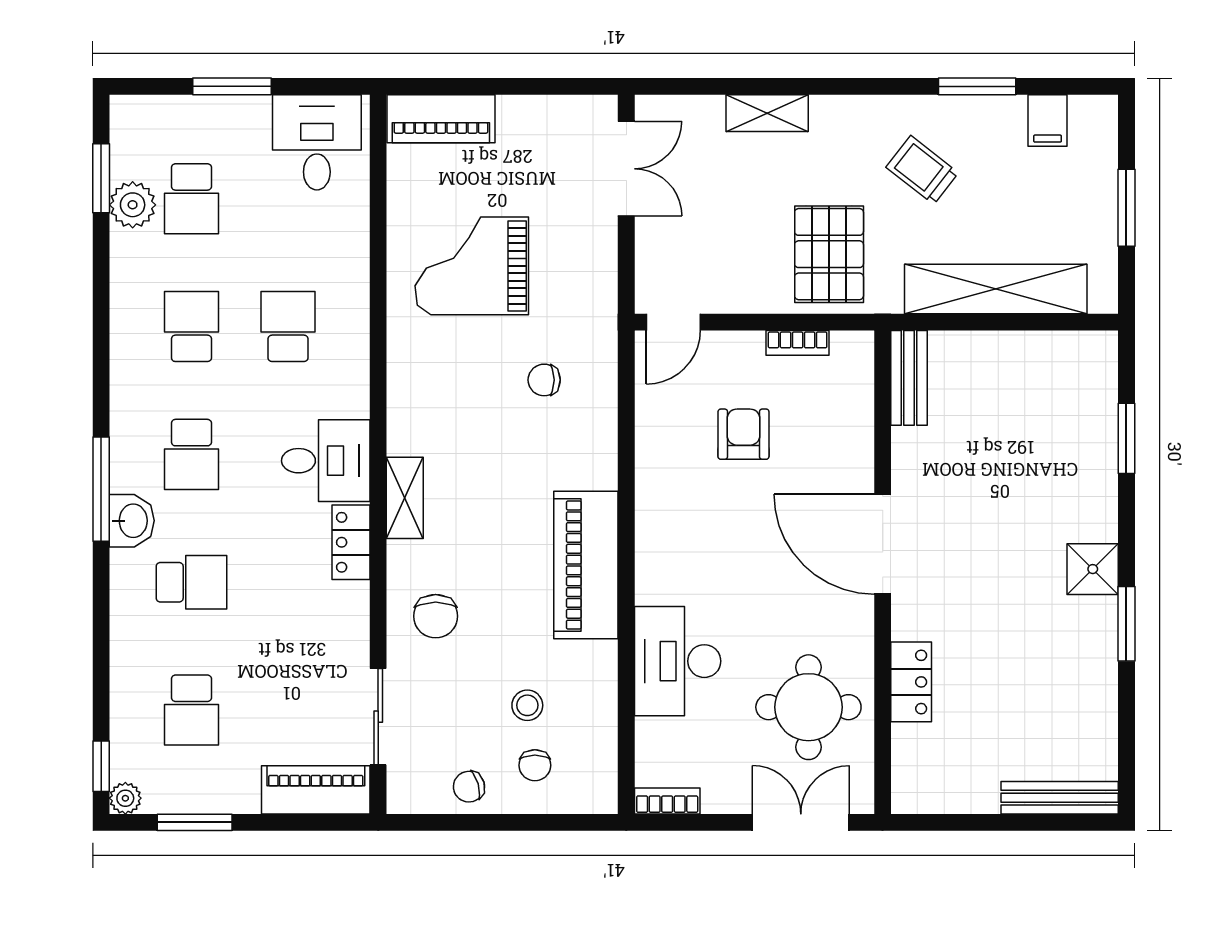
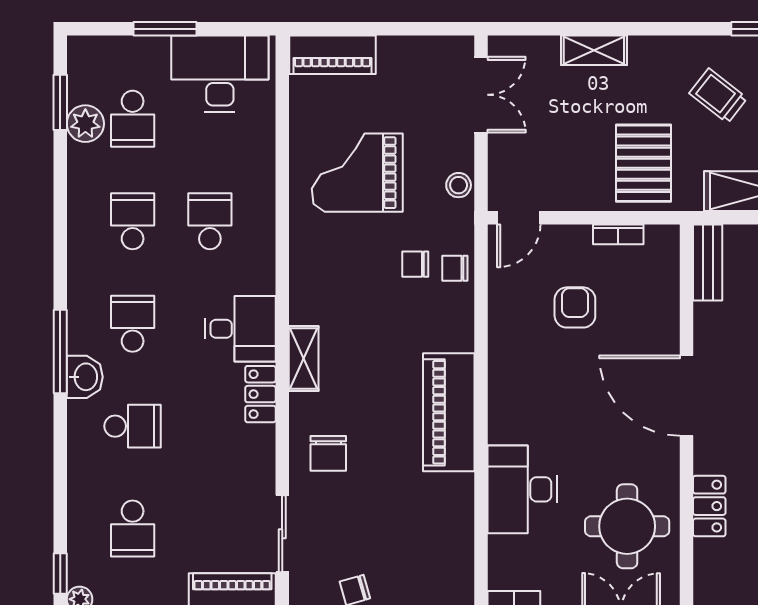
desk: (317, 142) -> (220, 74), width x1.37
school desk: (191, 454) -> (133, 324), turned 180
stool: (527, 705) -> (459, 185), moved
chair: (535, 765) -> (455, 268), moved, turned 90

